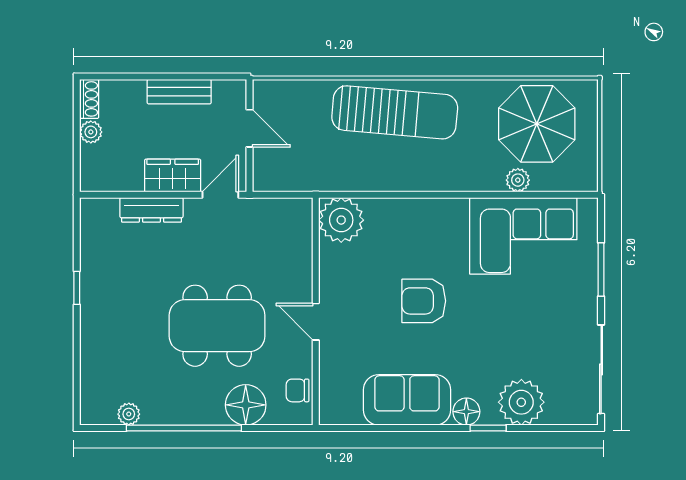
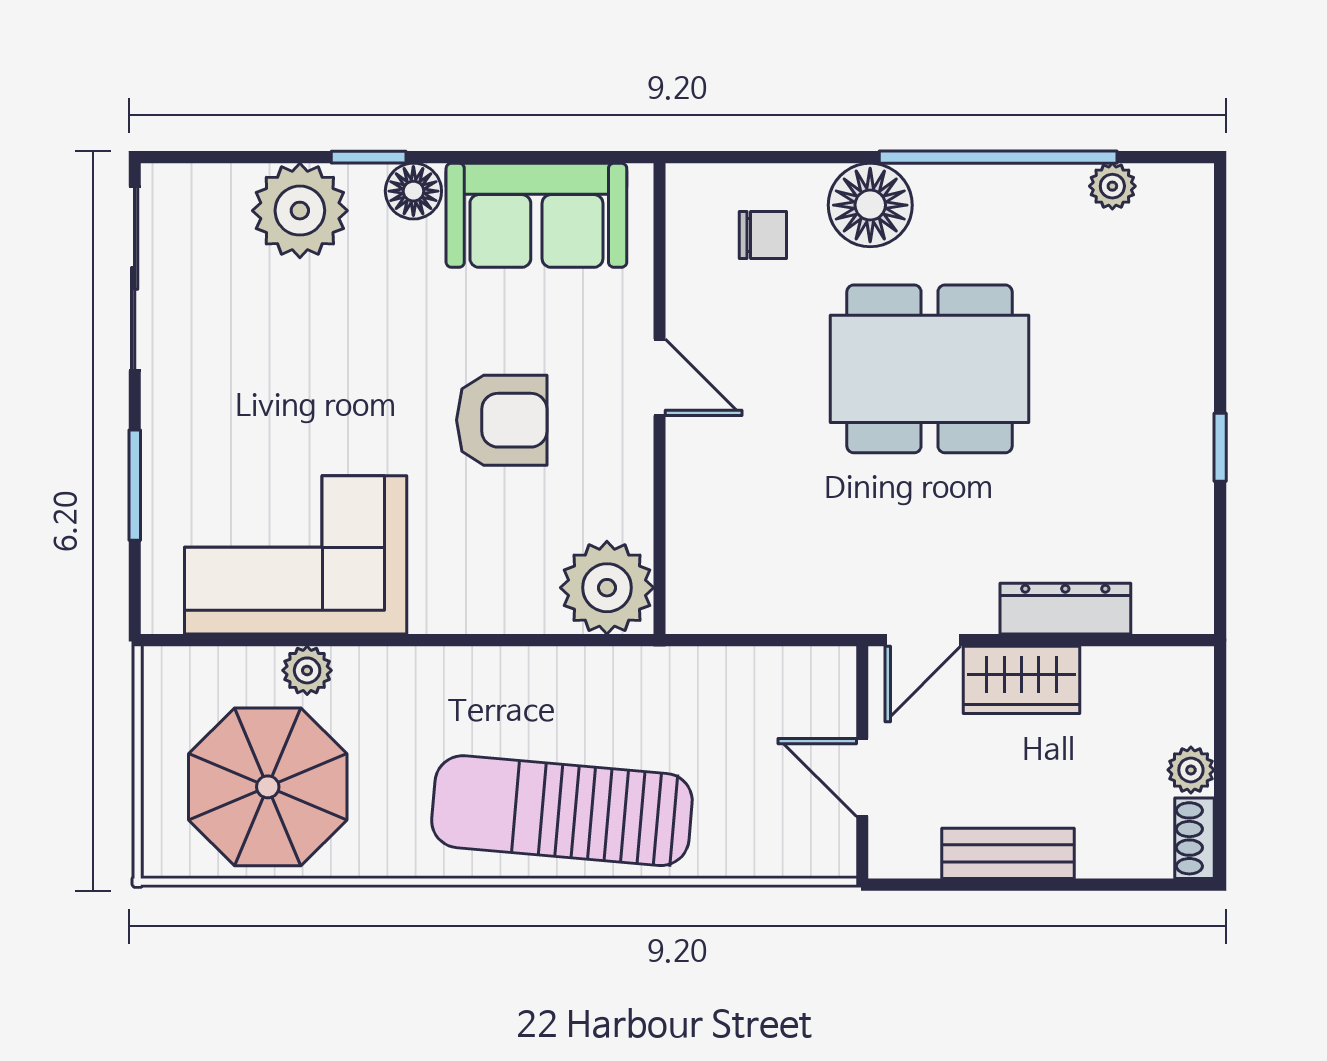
plant: (341, 220) -> (607, 588), moved
wall: (316, 311) -> (659, 399), moved
door: (316, 322) -> (659, 377), moved

